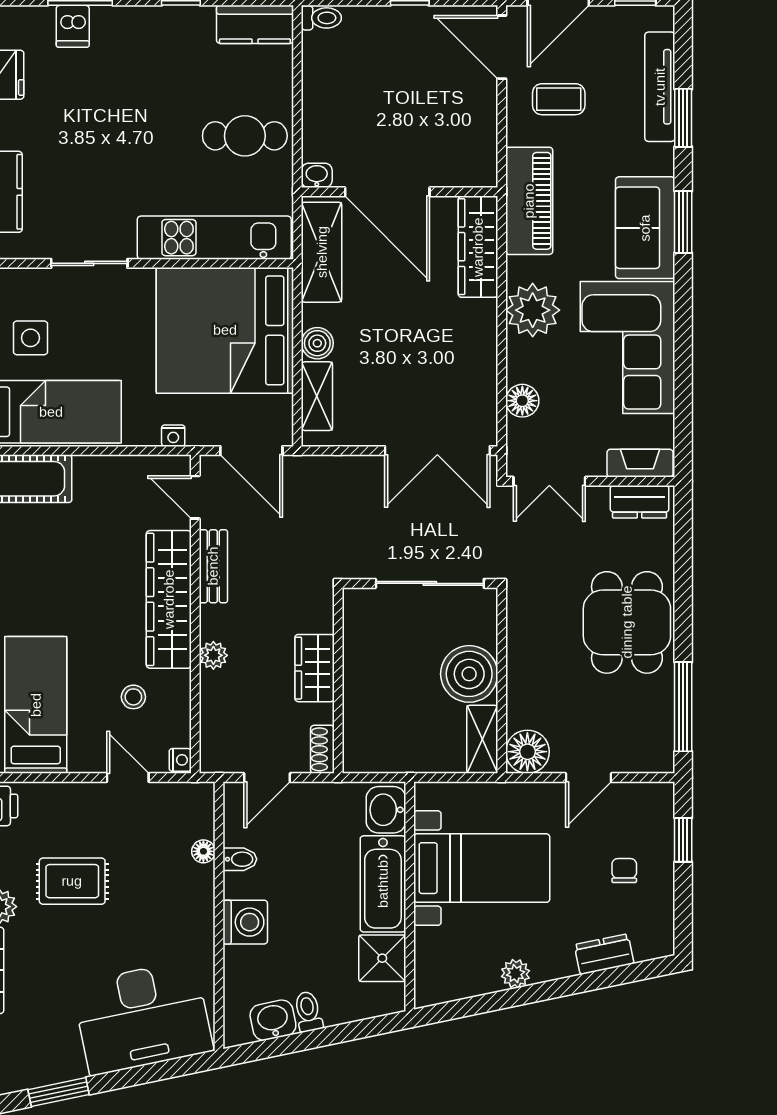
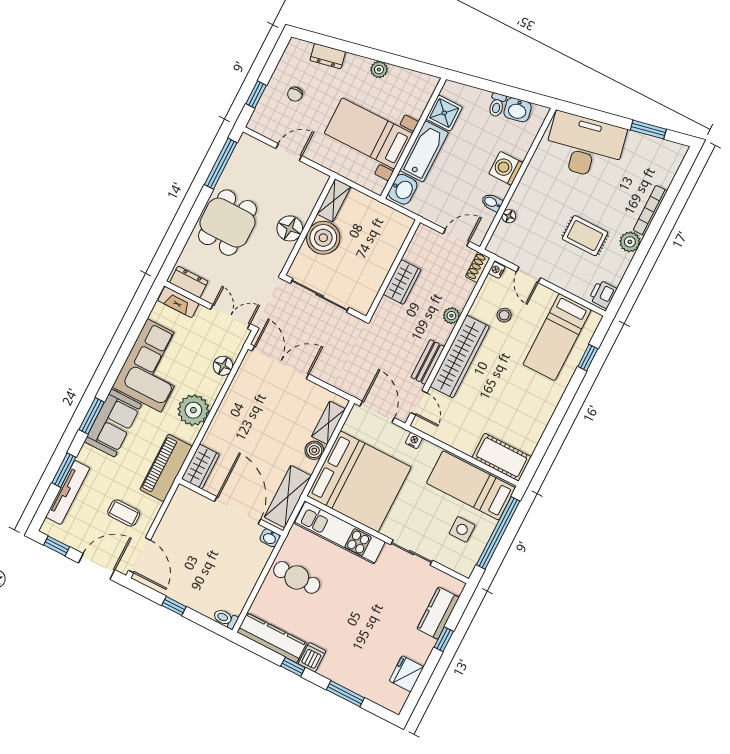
kitchen counter: (255, 24) -> (272, 638), width x1.50
dishwasher: (73, 26) -> (312, 657), moved
wardrobe: (478, 247) -> (200, 467), width x0.67
shoe rack: (322, 749) -> (478, 267), moved, turned 180
floor lamp: (527, 752) -> (290, 228), moved

